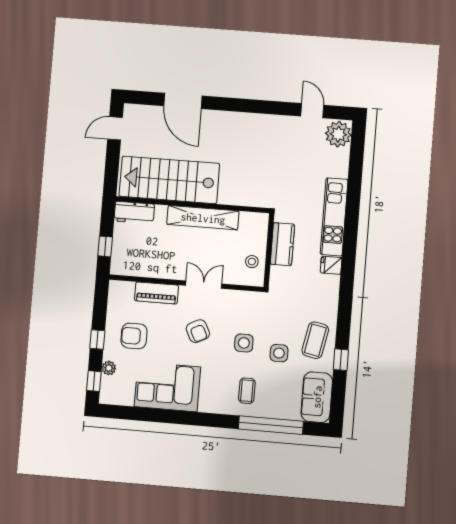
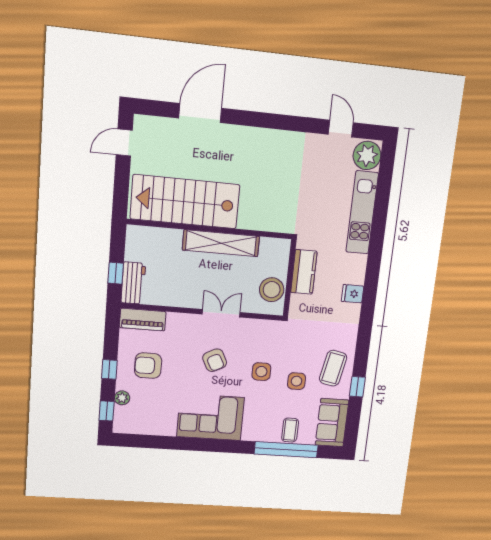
door: (183, 101) -> (200, 113), swing flipped
workbench: (134, 213) -> (133, 283), moved, turned -90
kitchen unit: (334, 217) -> (362, 213), moved
stool: (252, 262) -> (272, 290), width x1.89, depth x1.89
piano: (156, 293) -> (143, 320), moved
corner sofa: (167, 387) -> (211, 417), moved
coffee table: (247, 391) -> (290, 430), moved

